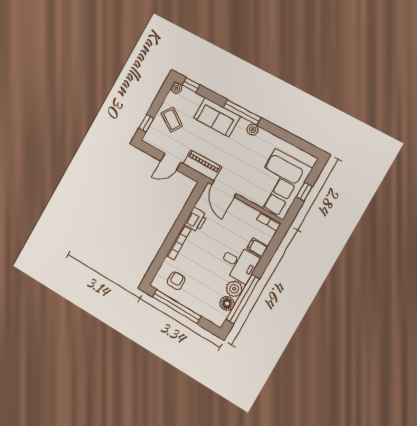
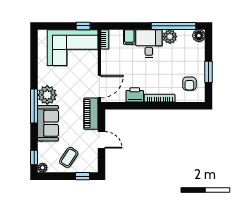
plant: (253, 130) -> (47, 95), width x1.88, depth x1.88
window: (304, 192) -> (83, 26), moved
armchair: (176, 281) -> (189, 84), turned -90
floor lamp: (227, 303) -> (199, 36), moved
window: (177, 306) -> (209, 72), width x0.47

